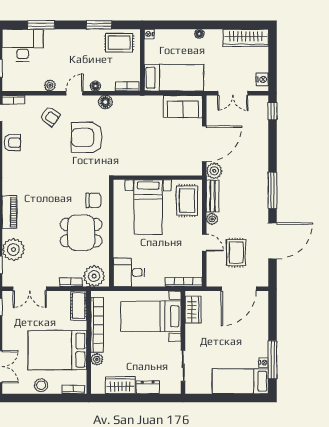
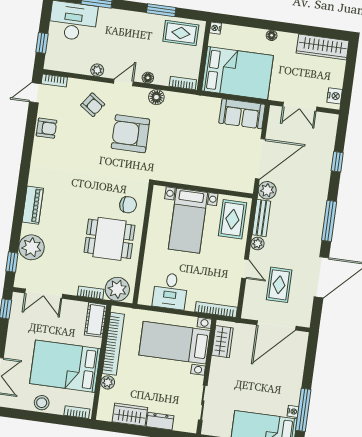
bed: (174, 78) -> (237, 73), width x1.50
window: (273, 111) -> (337, 162), moved
desk: (129, 272) -> (170, 291), moved, turned -90

